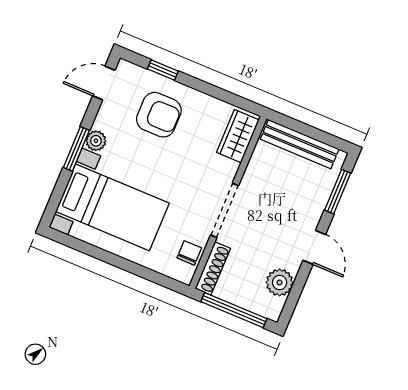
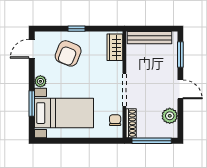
window: (163, 70) -> (77, 29), moved
armchair: (159, 115) -> (68, 53), turned 112
window: (76, 149) -> (32, 103), moved

